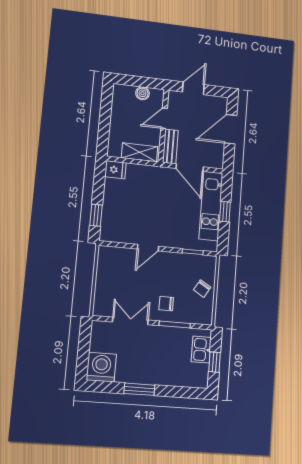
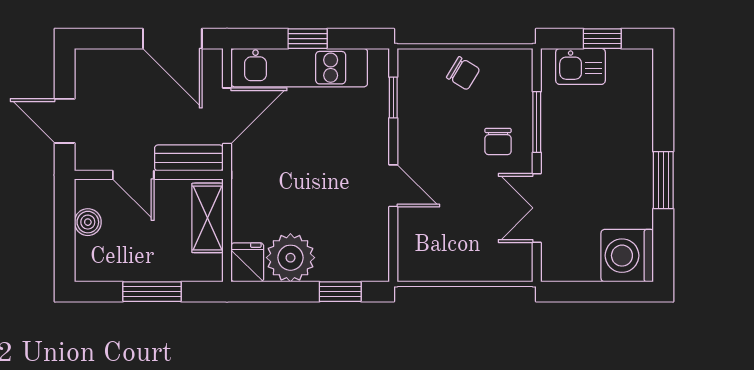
window: (105, 121) -> (152, 292), added
door: (231, 129) -> (172, 39), moved
plant: (116, 192) -> (290, 258), added

